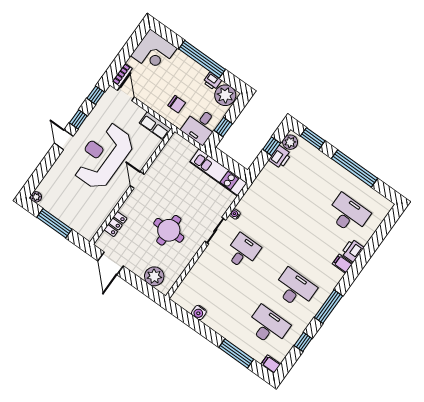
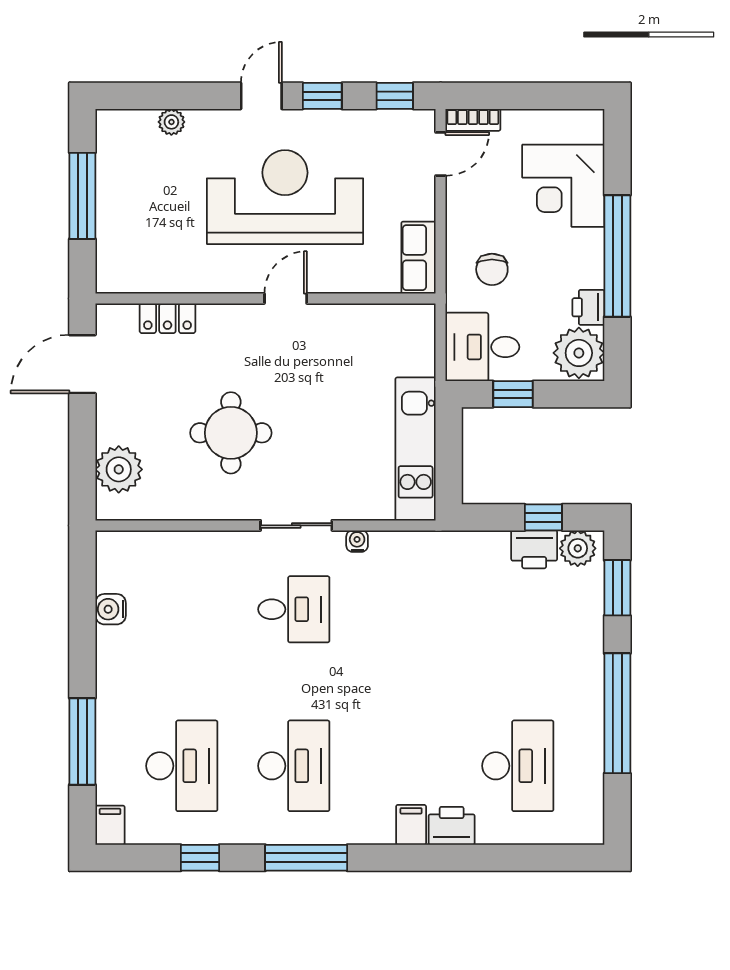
corner desk: (154, 52) -> (563, 186), moved
plant: (36, 197) -> (171, 122), moved

